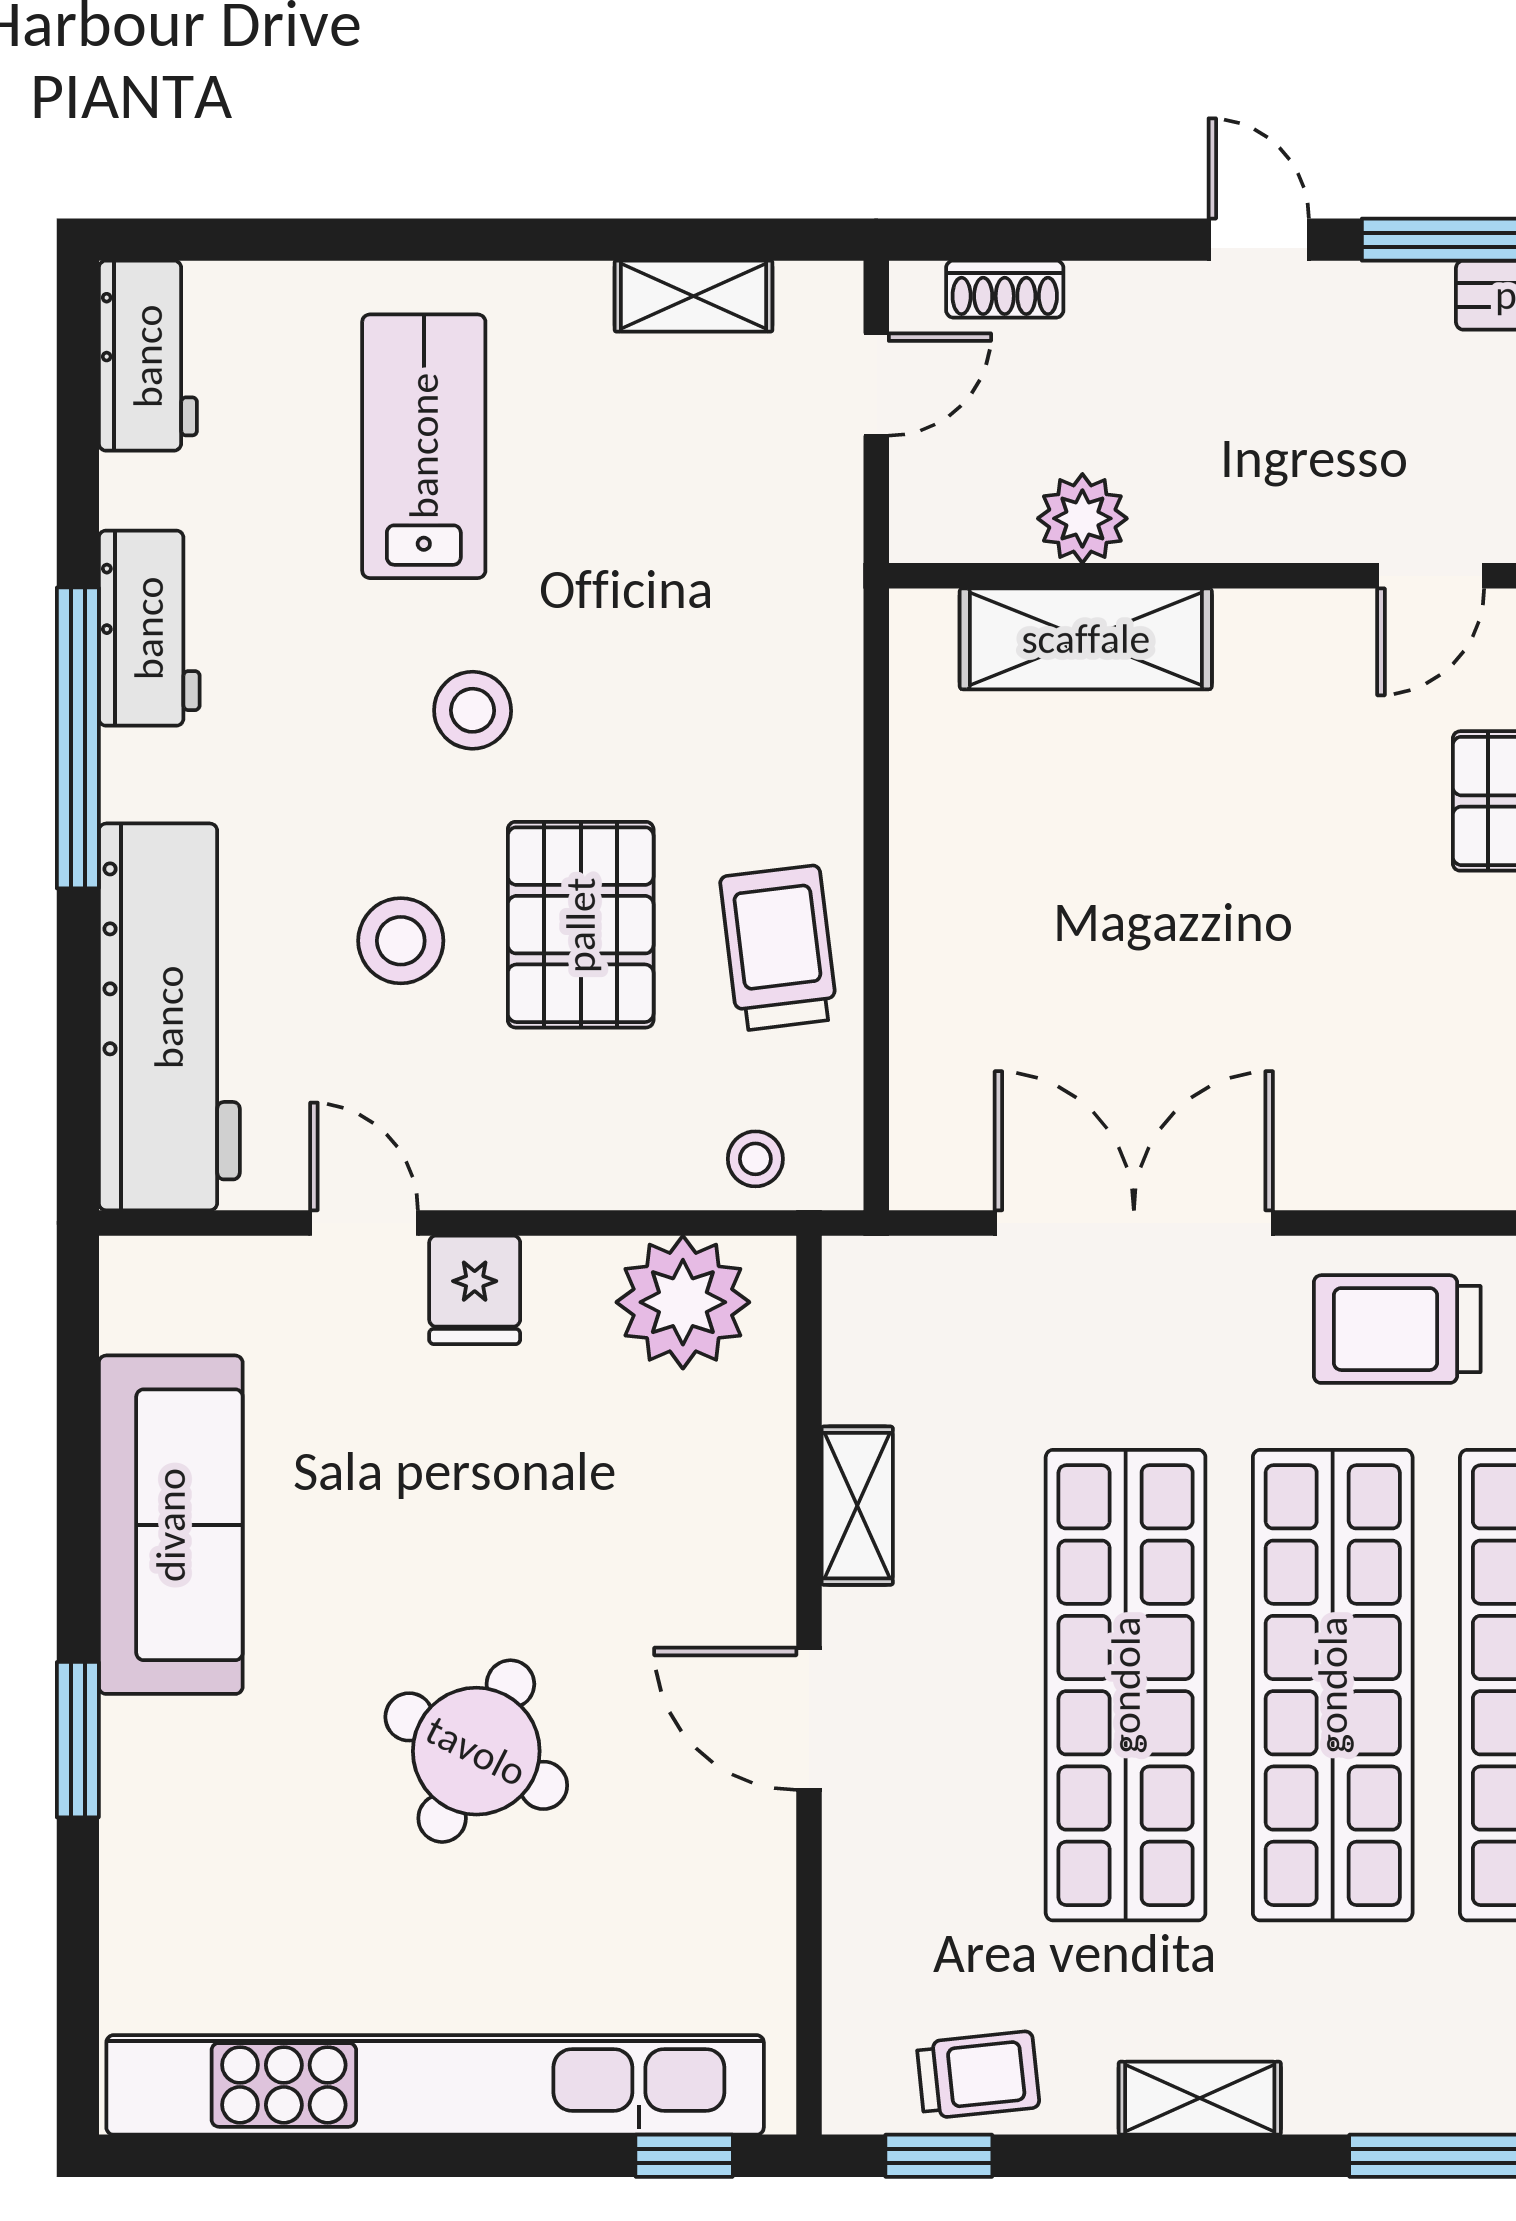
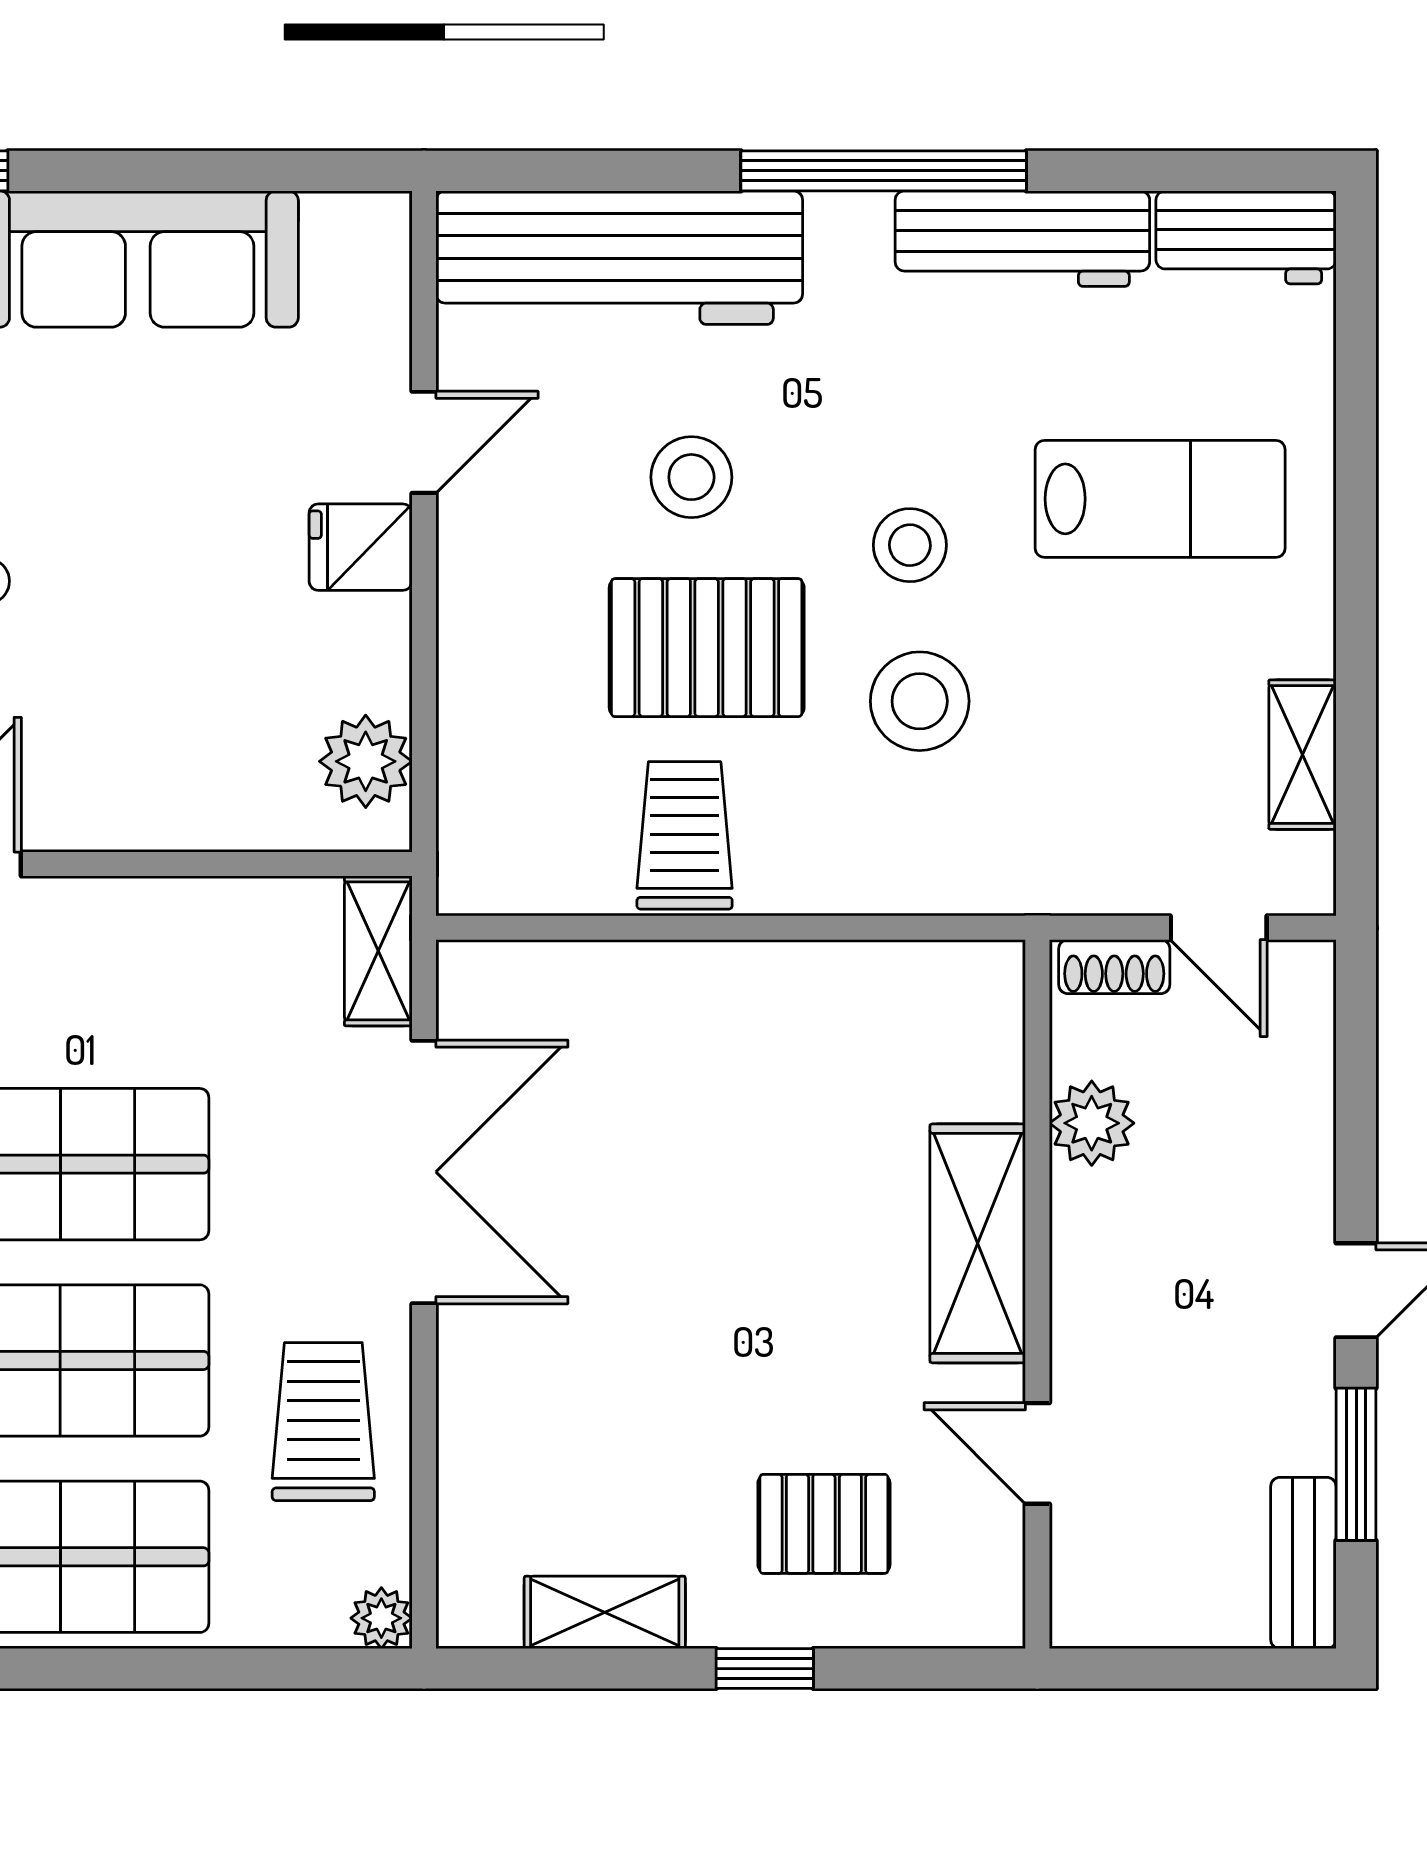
shoe rack: (1005, 289) -> (1114, 967), moved, turned -90
workbench: (149, 628) -> (1022, 239), width x1.37
shelving: (1086, 639) -> (978, 1243), moved
trolley: (779, 948) -> (685, 835), turned -83
stool: (755, 1159) -> (920, 701), moved, width x1.89, depth x1.89
plant: (683, 1302) -> (366, 761), width x0.73, depth x0.73
shelving: (857, 1506) -> (378, 951), moved, turned 90

